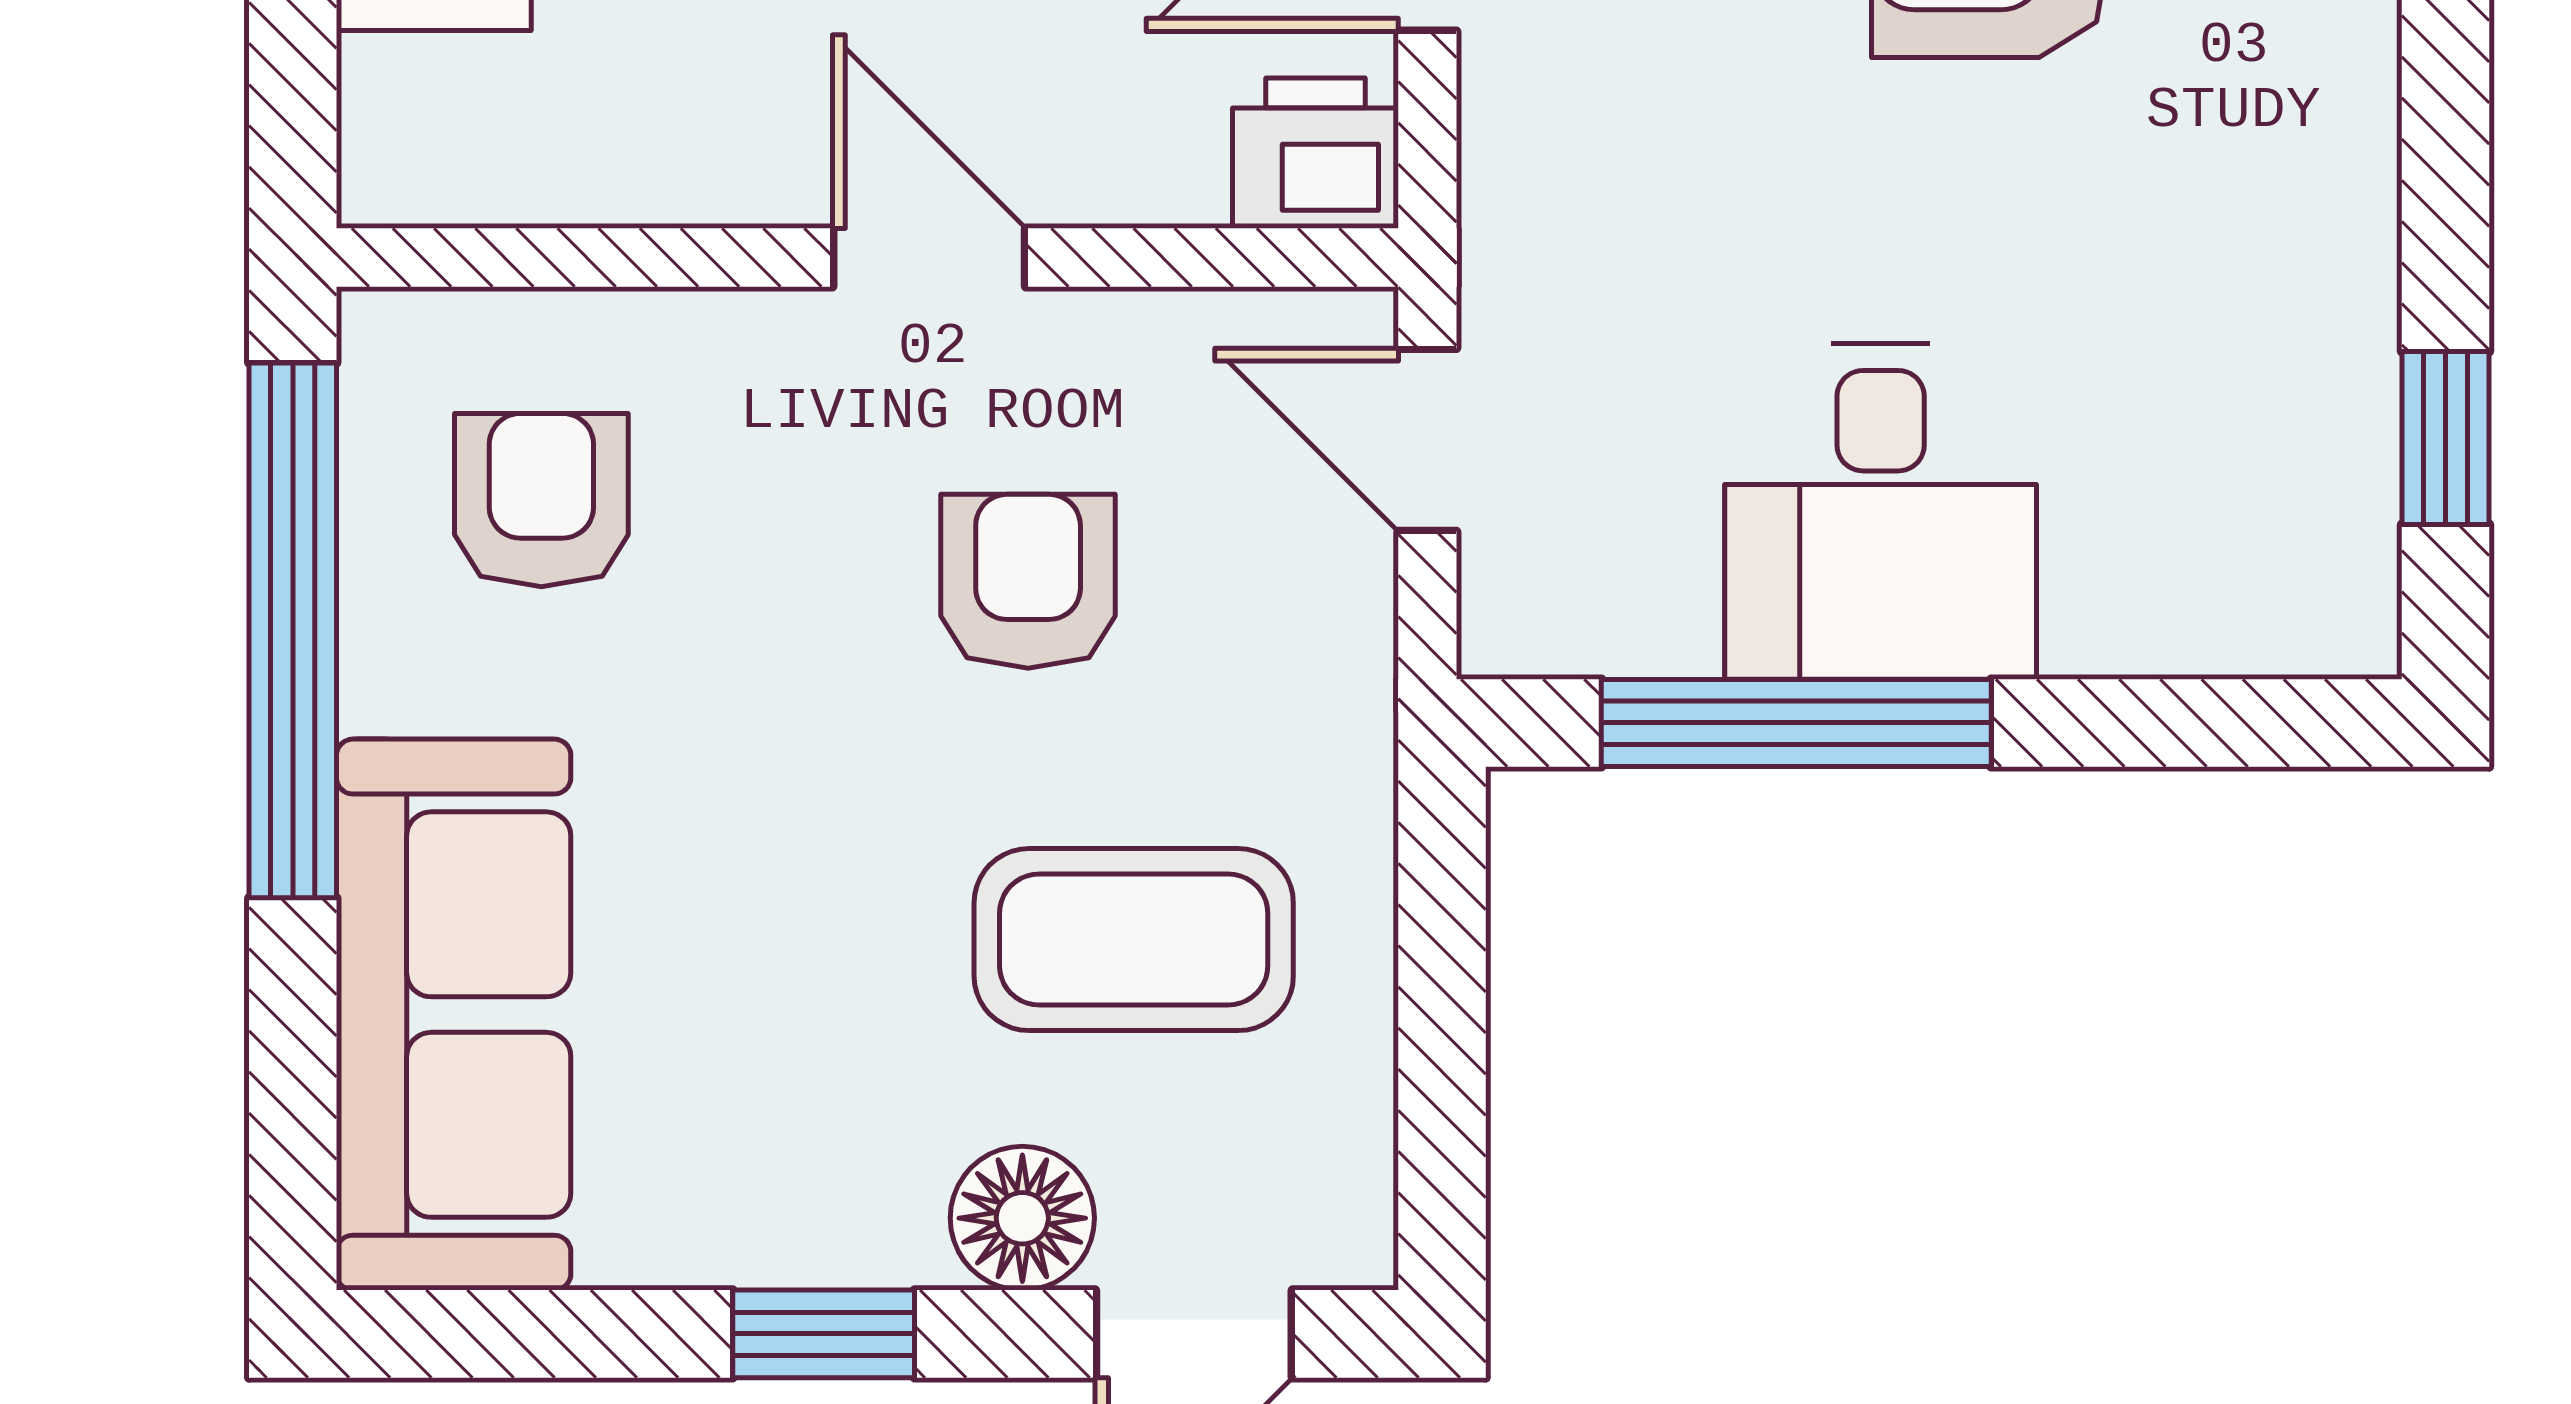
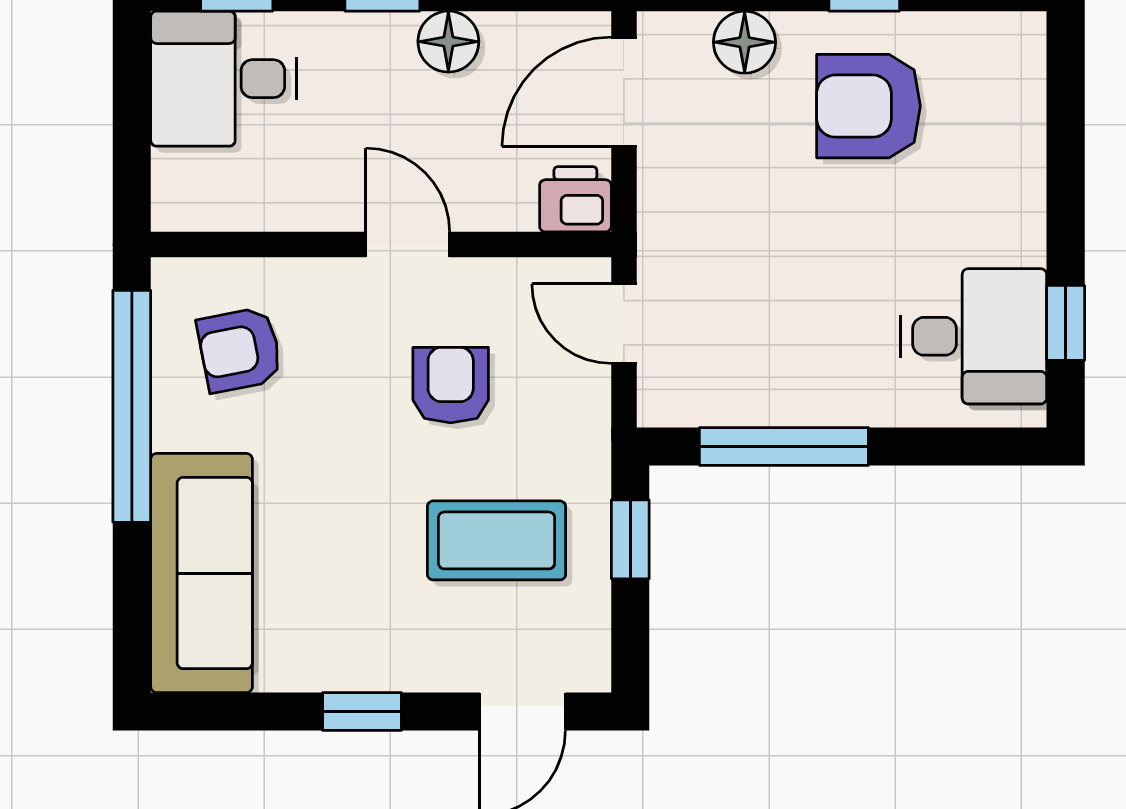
armchair: (541, 500) -> (240, 350), turned -101
desk: (1881, 511) -> (974, 336), moved, turned -90
window: (1442, 937) -> (630, 539), added
floor lamp: (1022, 1218) -> (448, 661), removed

